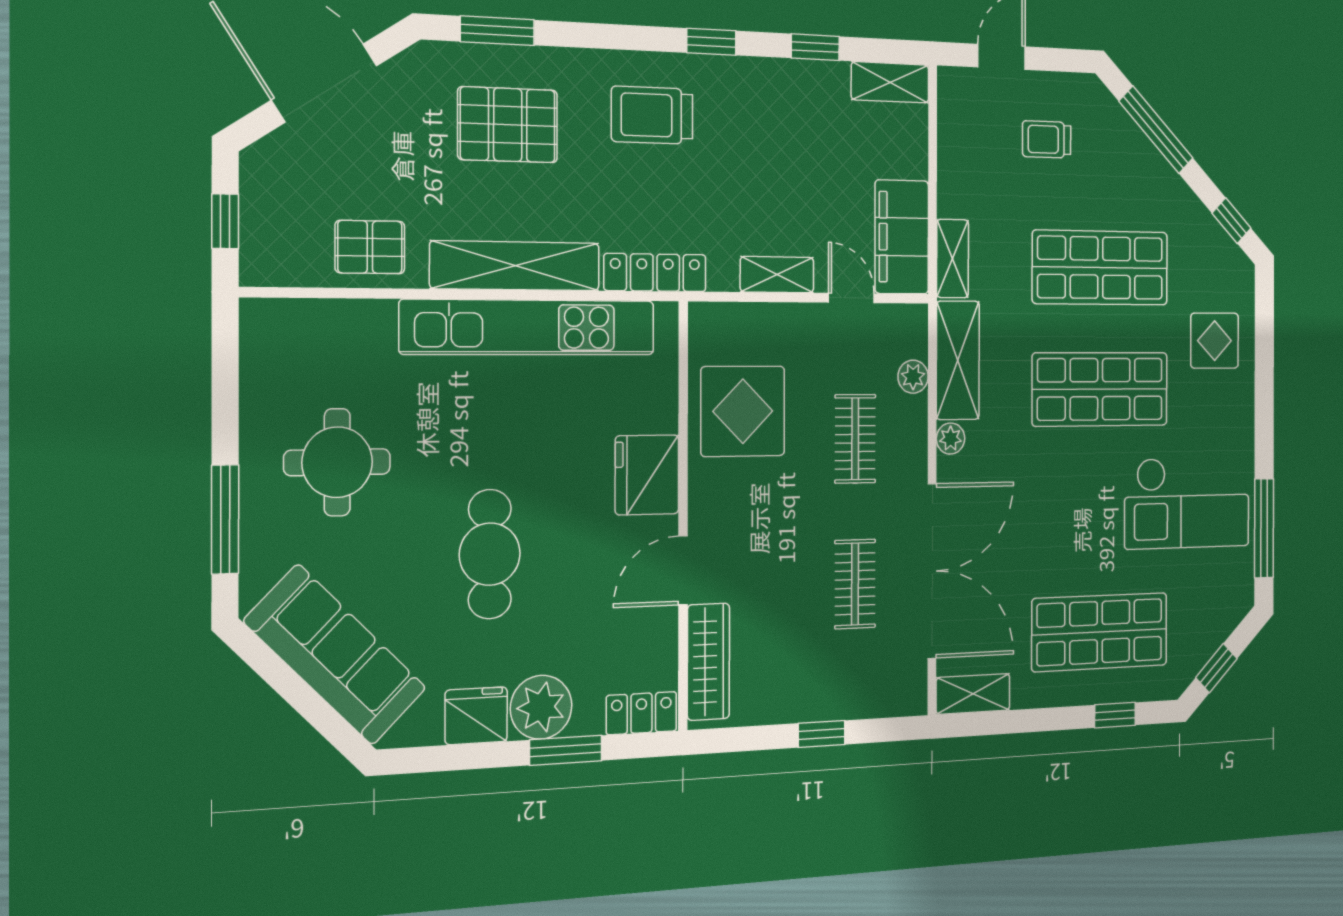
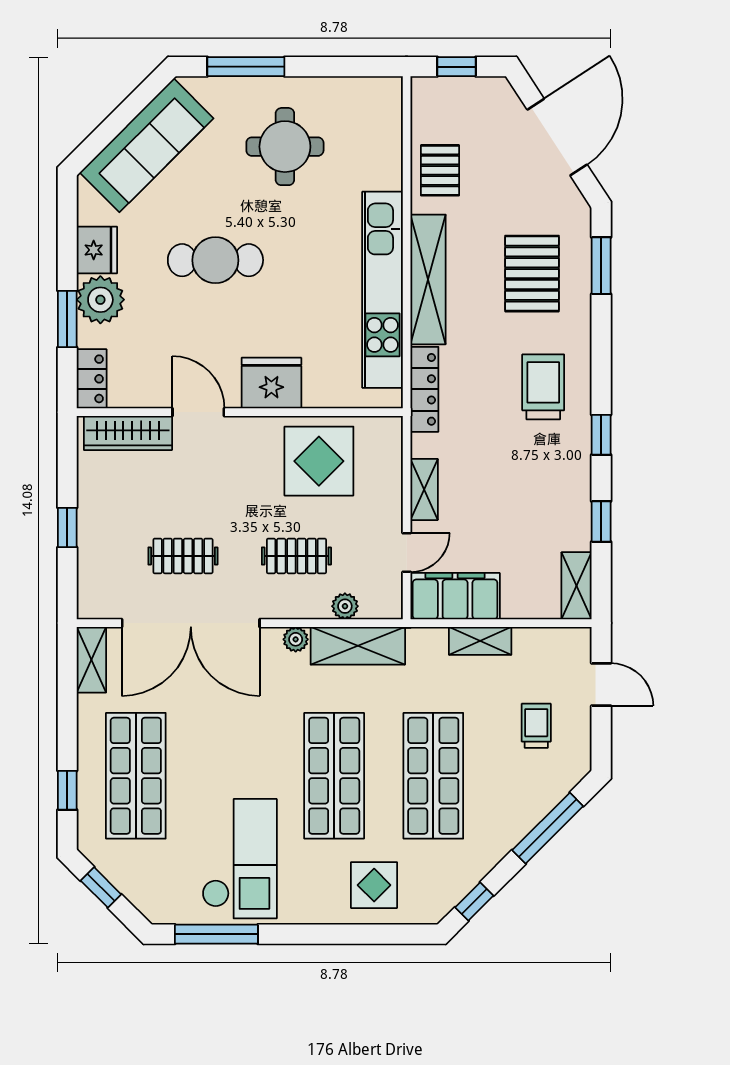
shelving: (953, 259) -> (480, 641), moved
checkout: (1187, 503) -> (240, 859), turned 180

